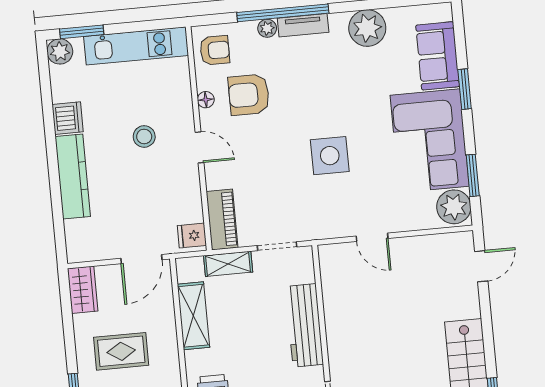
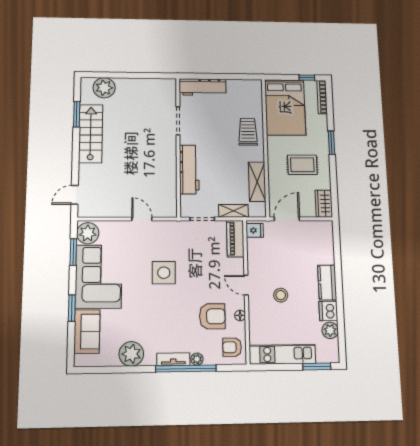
plant: (60, 51) -> (330, 330), moved
kitchen counter: (73, 176) -> (327, 282), width x0.67

